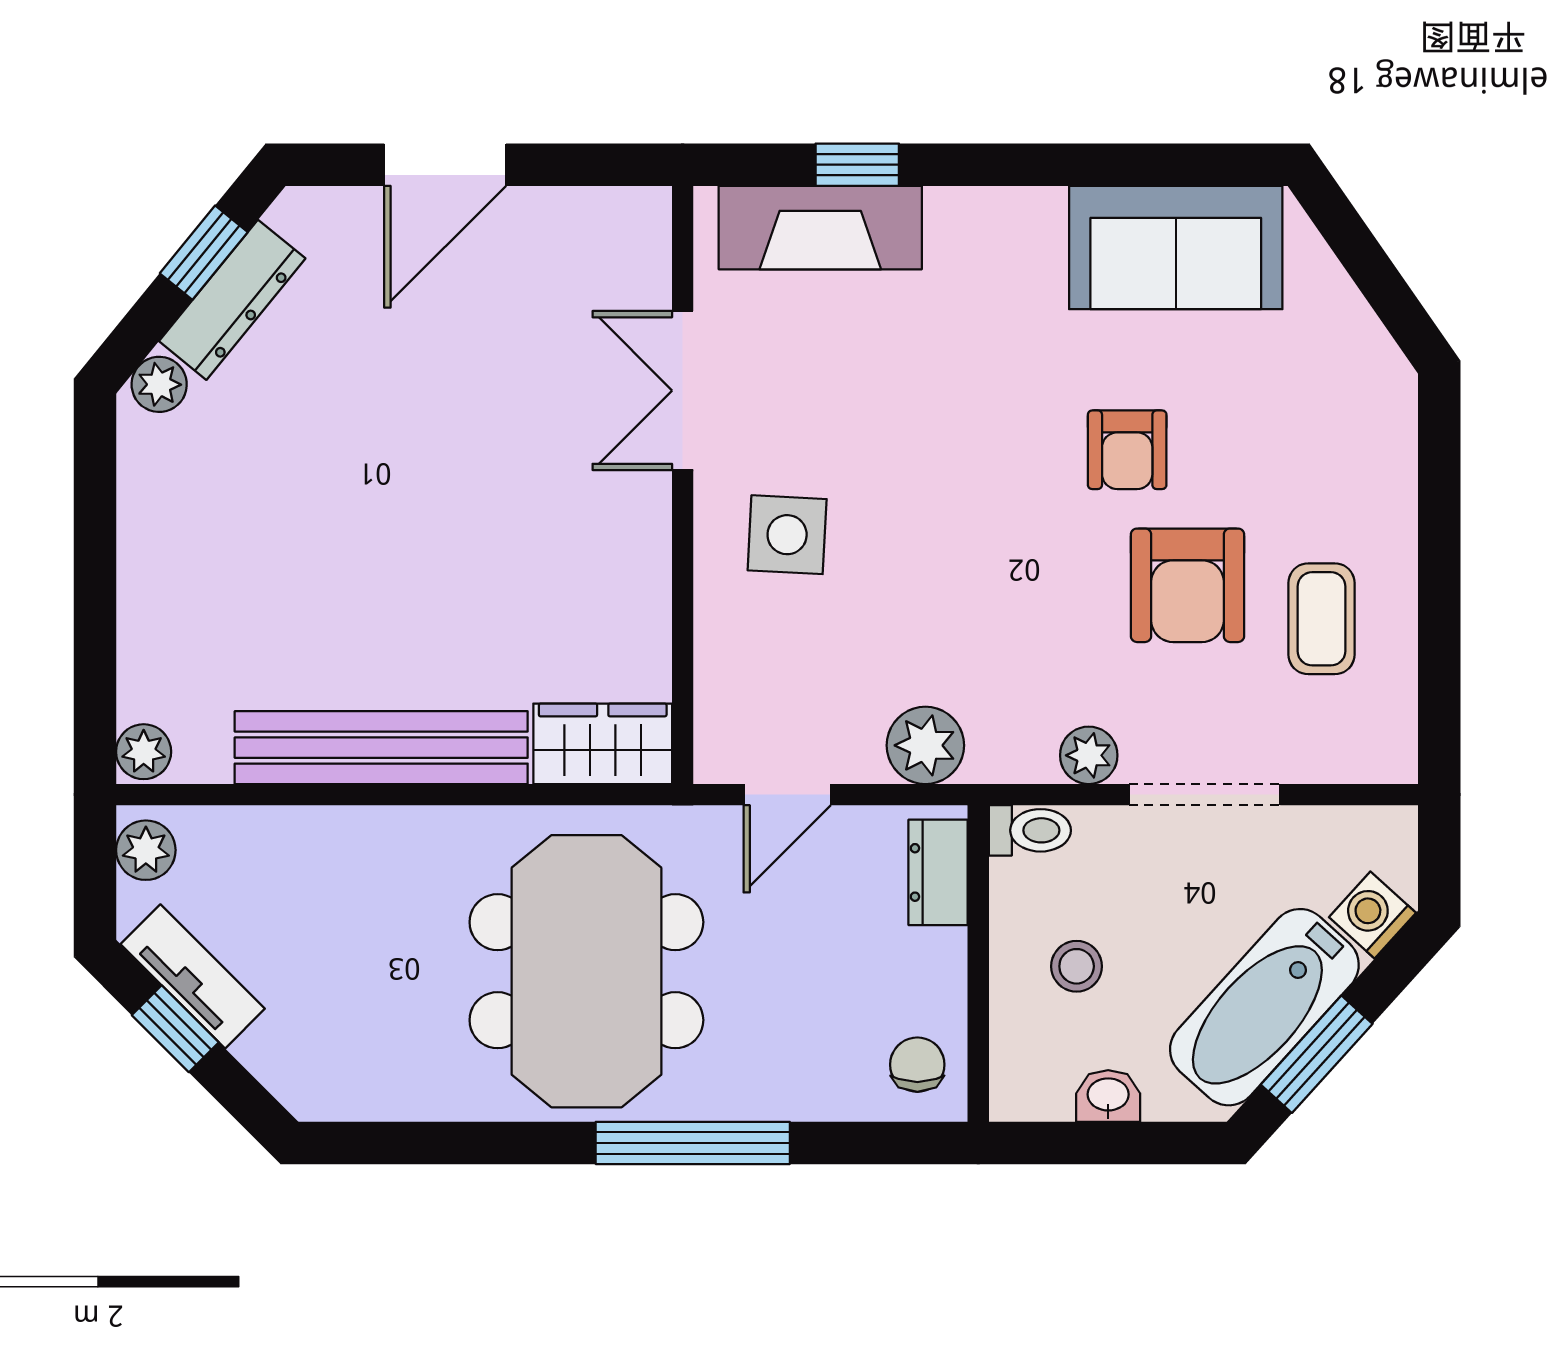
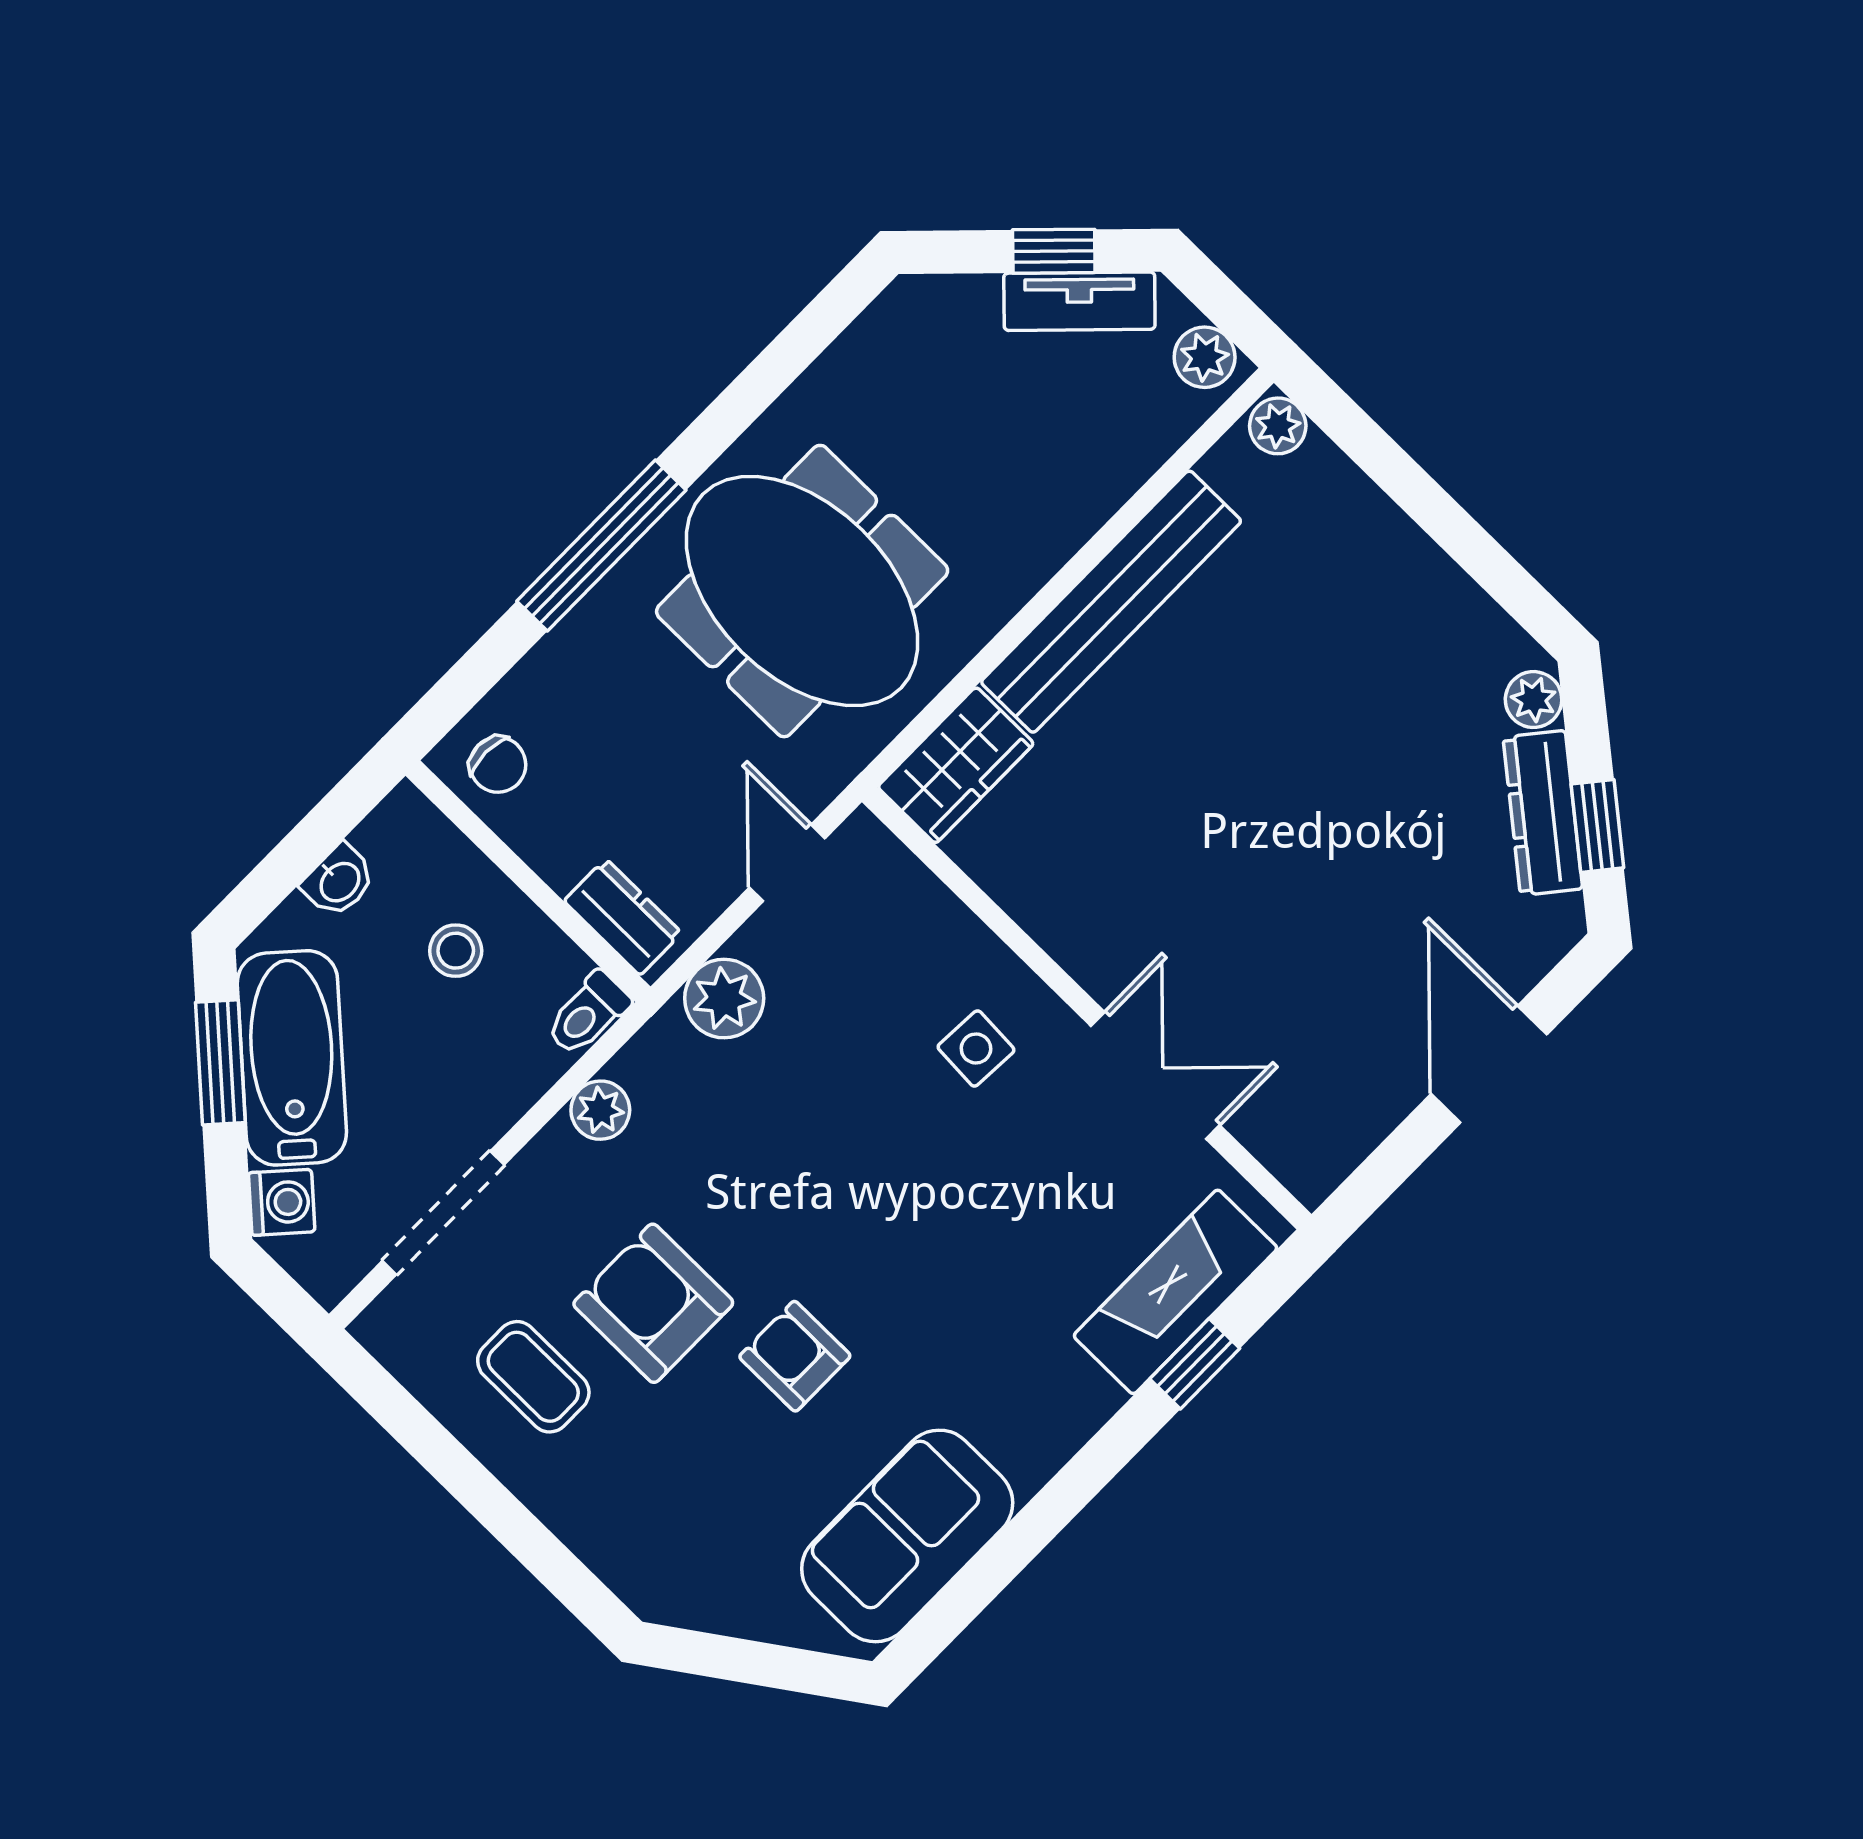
side table: (787, 535) -> (976, 1048), width x0.73, depth x0.73
doorway: (1205, 795) -> (443, 1213), moved

